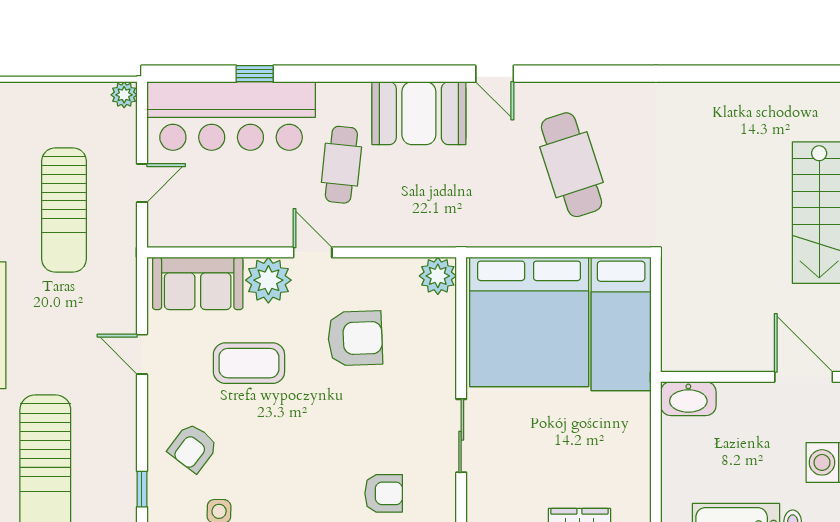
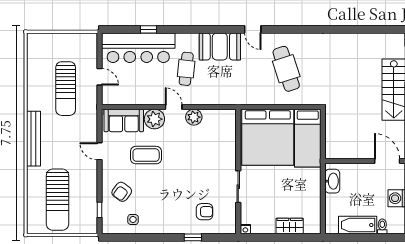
plant: (124, 95) -> (92, 38), removed
door: (142, 183) -> (100, 77), hinge flipped
plant: (438, 276) -> (194, 117), moved
armchair: (355, 338) -> (192, 144), removed
washbasin: (688, 399) -> (332, 181), moved, turned -90

